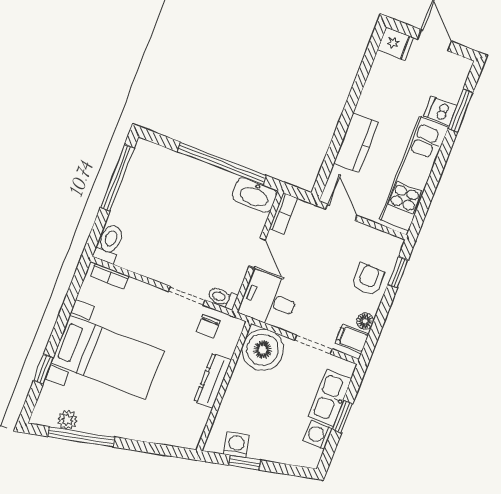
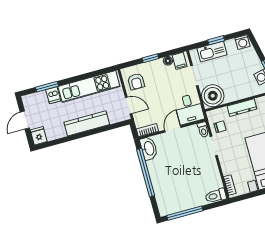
kitchen counter: (356, 142) -> (87, 123), width x1.50
door: (341, 212) -> (129, 106), swing flipped
window: (398, 272) -> (150, 58), moved
armchair: (368, 280) -> (136, 82), moved, turned -90
washing machine: (318, 435) -> (242, 42), moved

